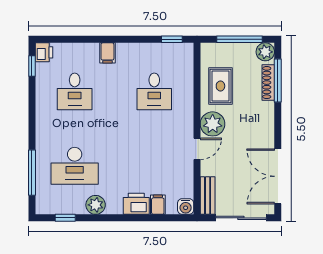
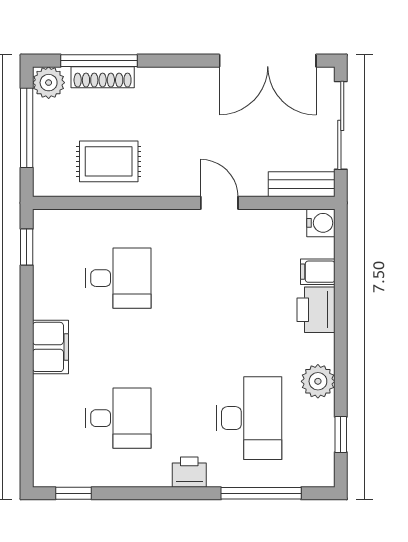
printer: (44, 52) -> (189, 472), moved
filing cabinet: (107, 53) -> (50, 347), width x2.00
plant: (213, 124) -> (175, 175), removed

